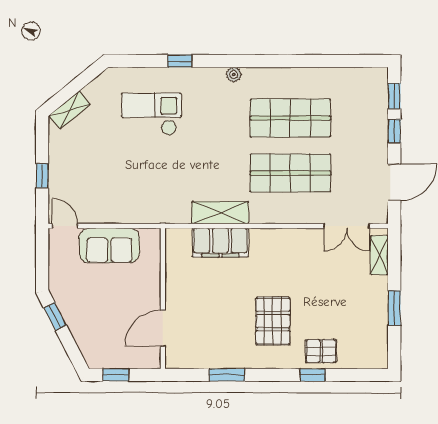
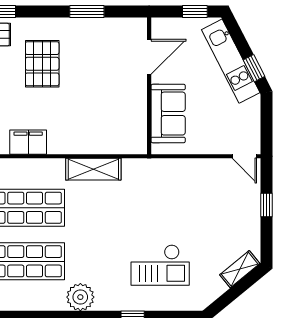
plant: (234, 75) -> (80, 297), width x1.88, depth x1.88
filing cabinet: (220, 243) -> (28, 142), moved, width x0.67, depth x0.86
sofa: (109, 245) -> (168, 114), moved, turned 90
kitchen unit: (79, 324) -> (231, 61), added

